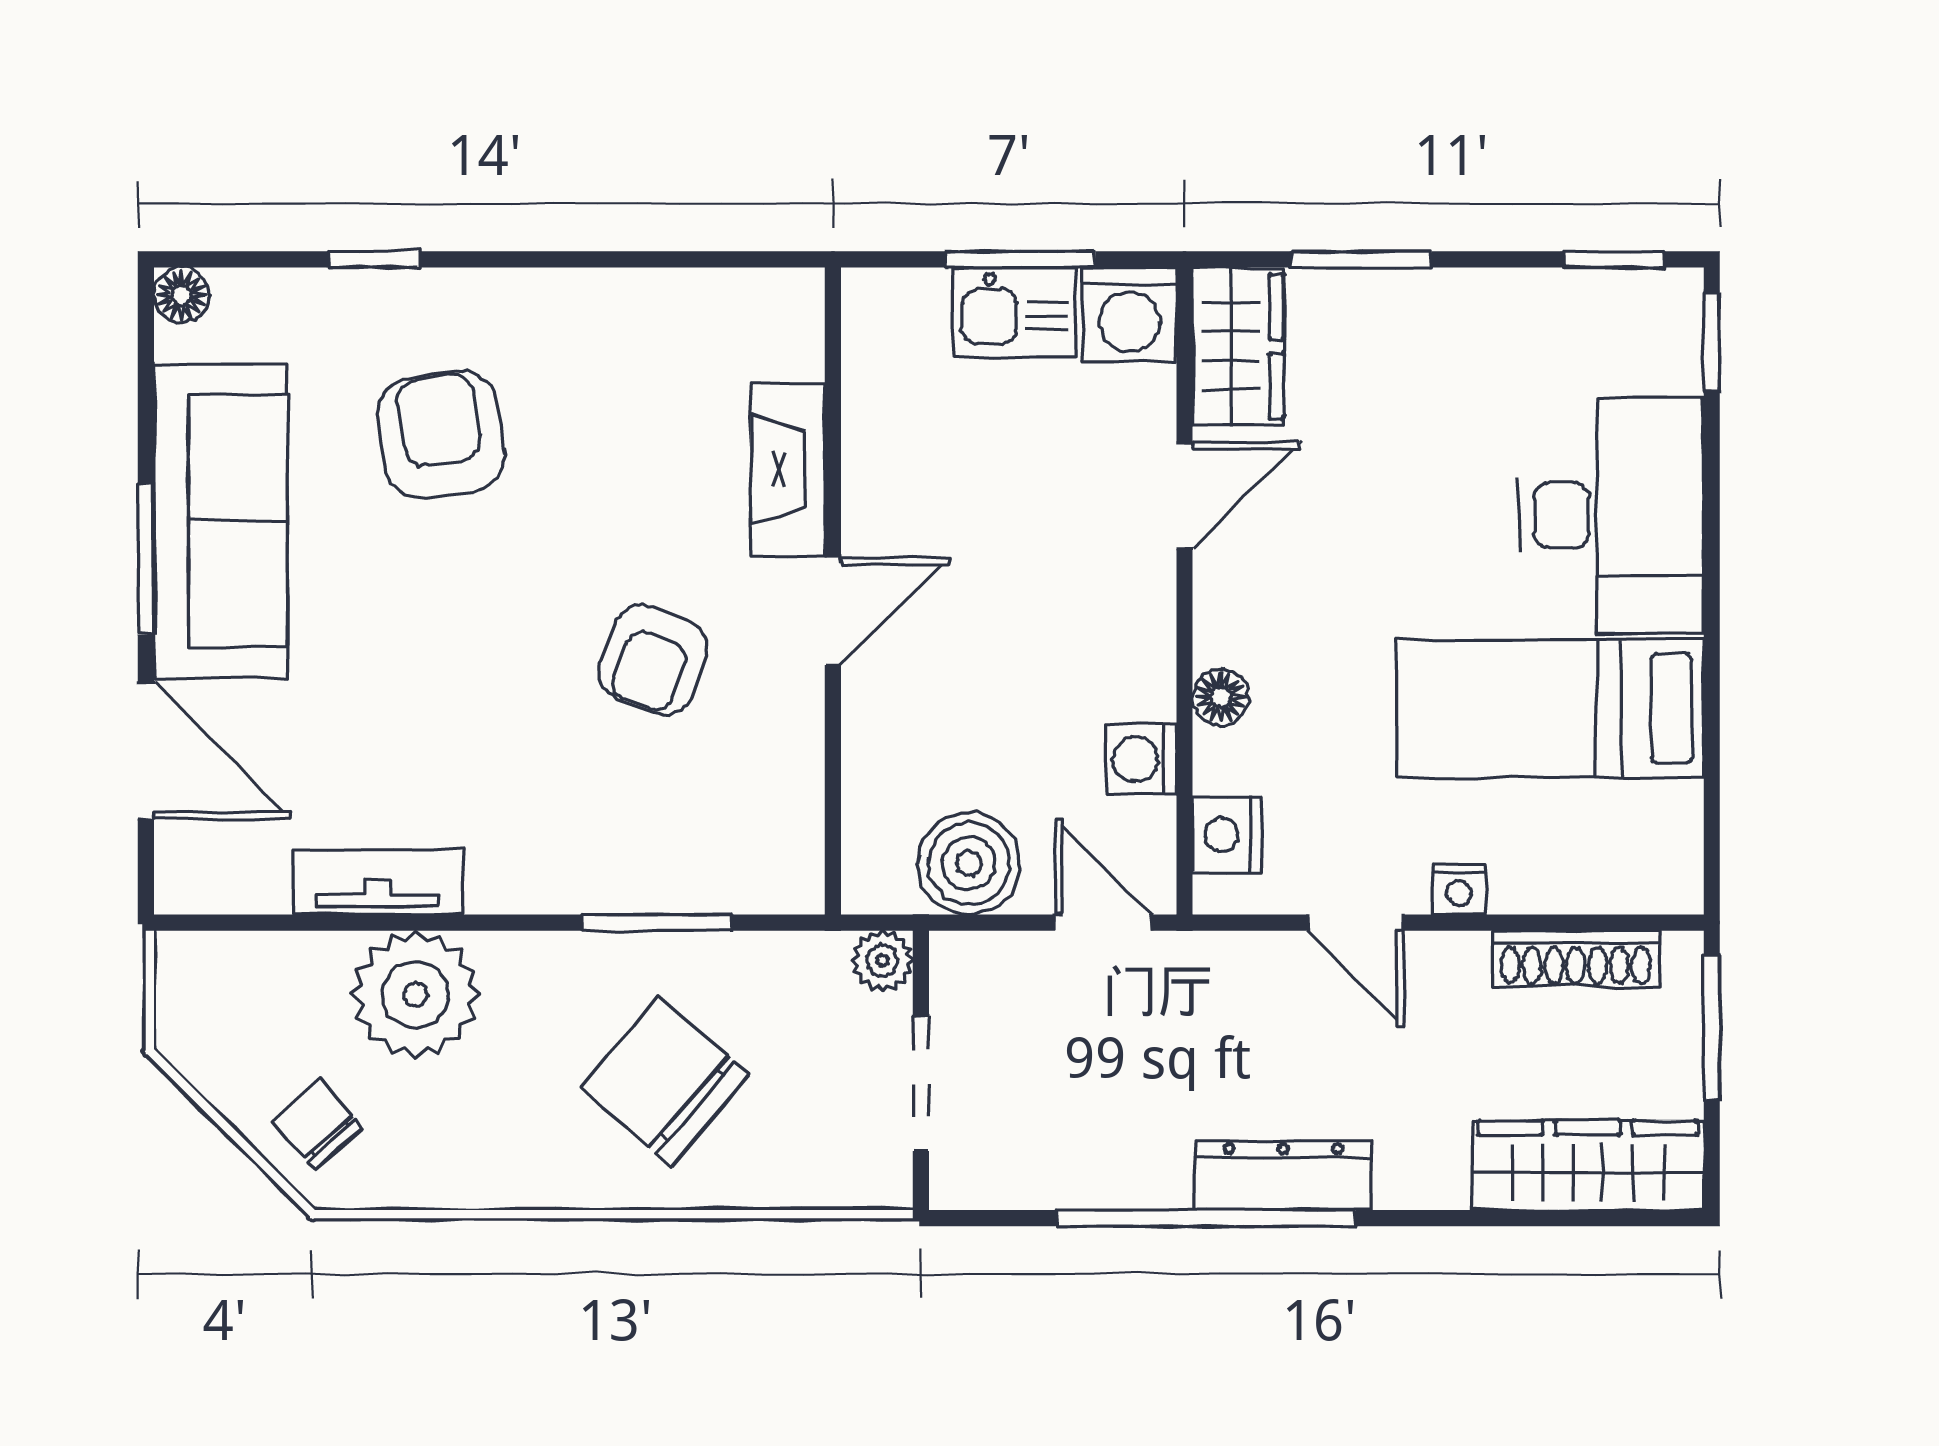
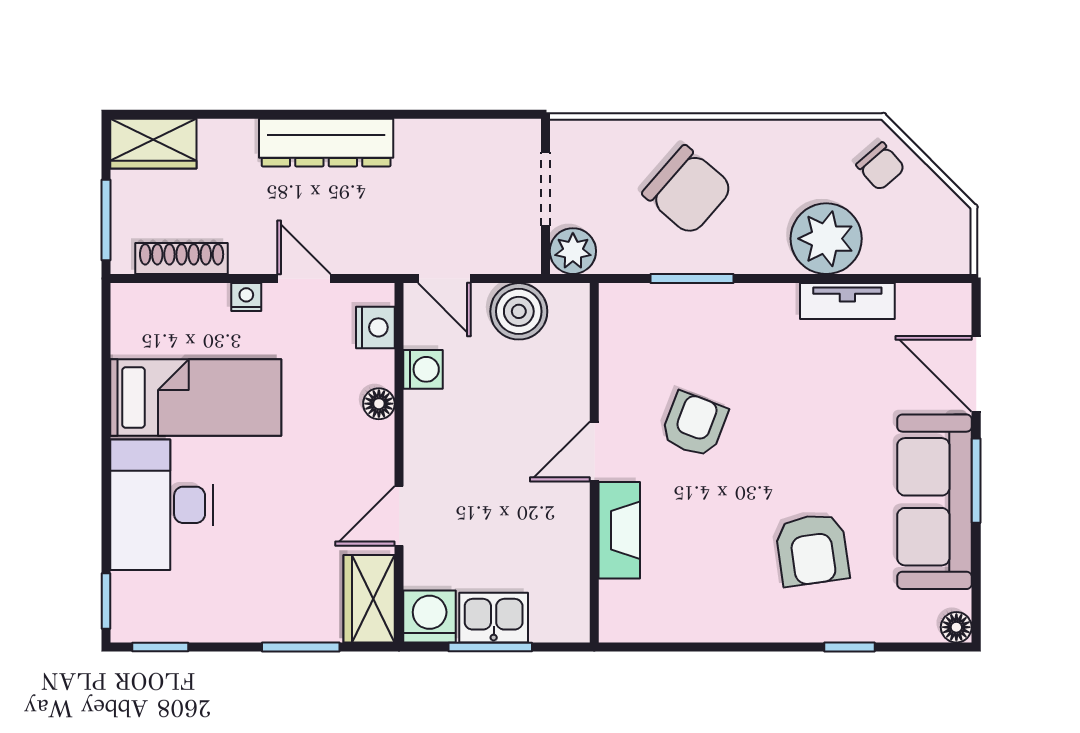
plant: (883, 961) -> (573, 251), width x1.38, depth x1.38
wardrobe: (1588, 1165) -> (153, 144), width x0.67
dresser: (1283, 1176) -> (326, 143), width x1.37, depth x1.24
window: (1207, 1218) -> (387, 114), removed

